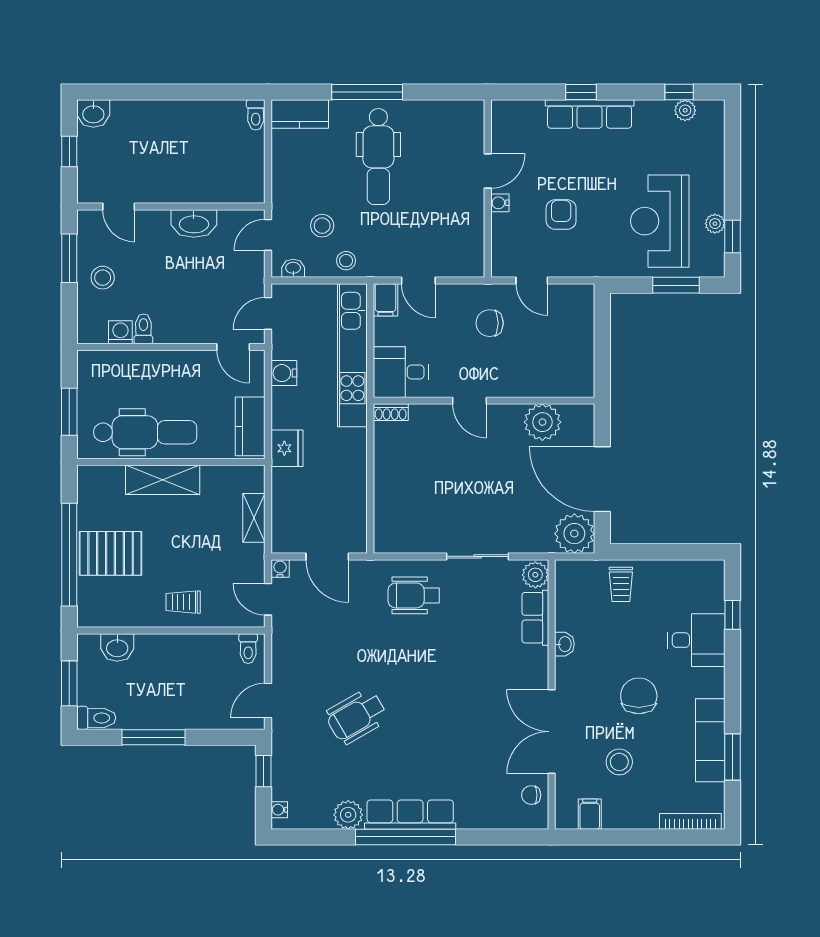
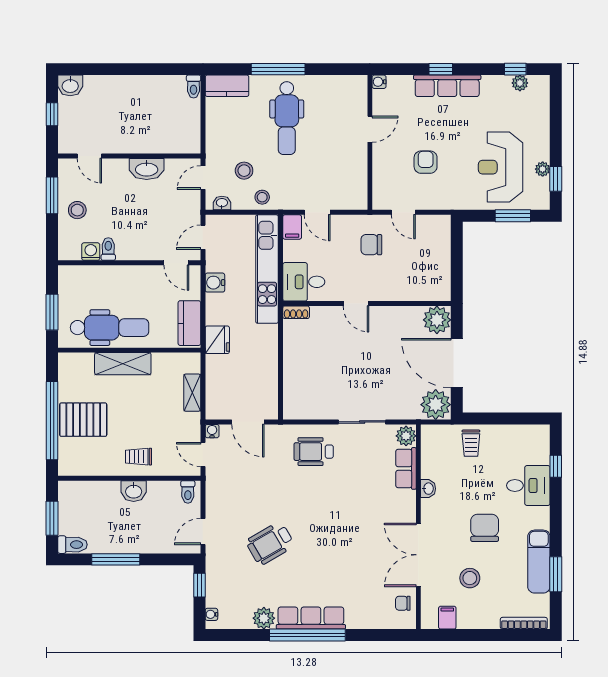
water cooler: (500, 203) -> (379, 82), moved
plant: (542, 422) -> (437, 320), moved
washbasin: (117, 647) -> (134, 491), moved

